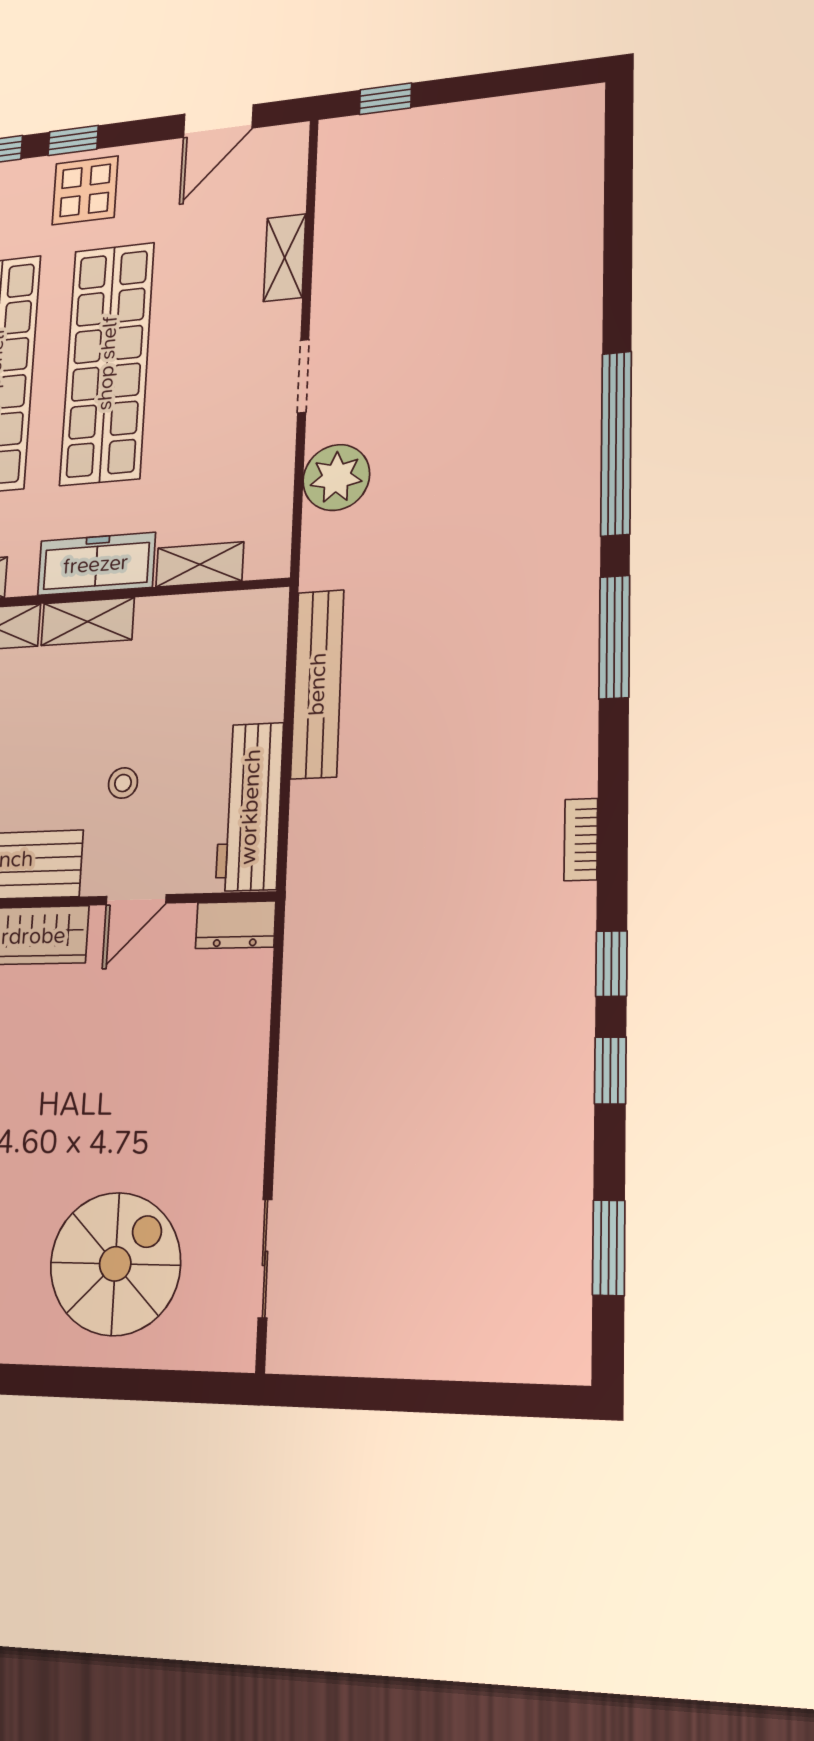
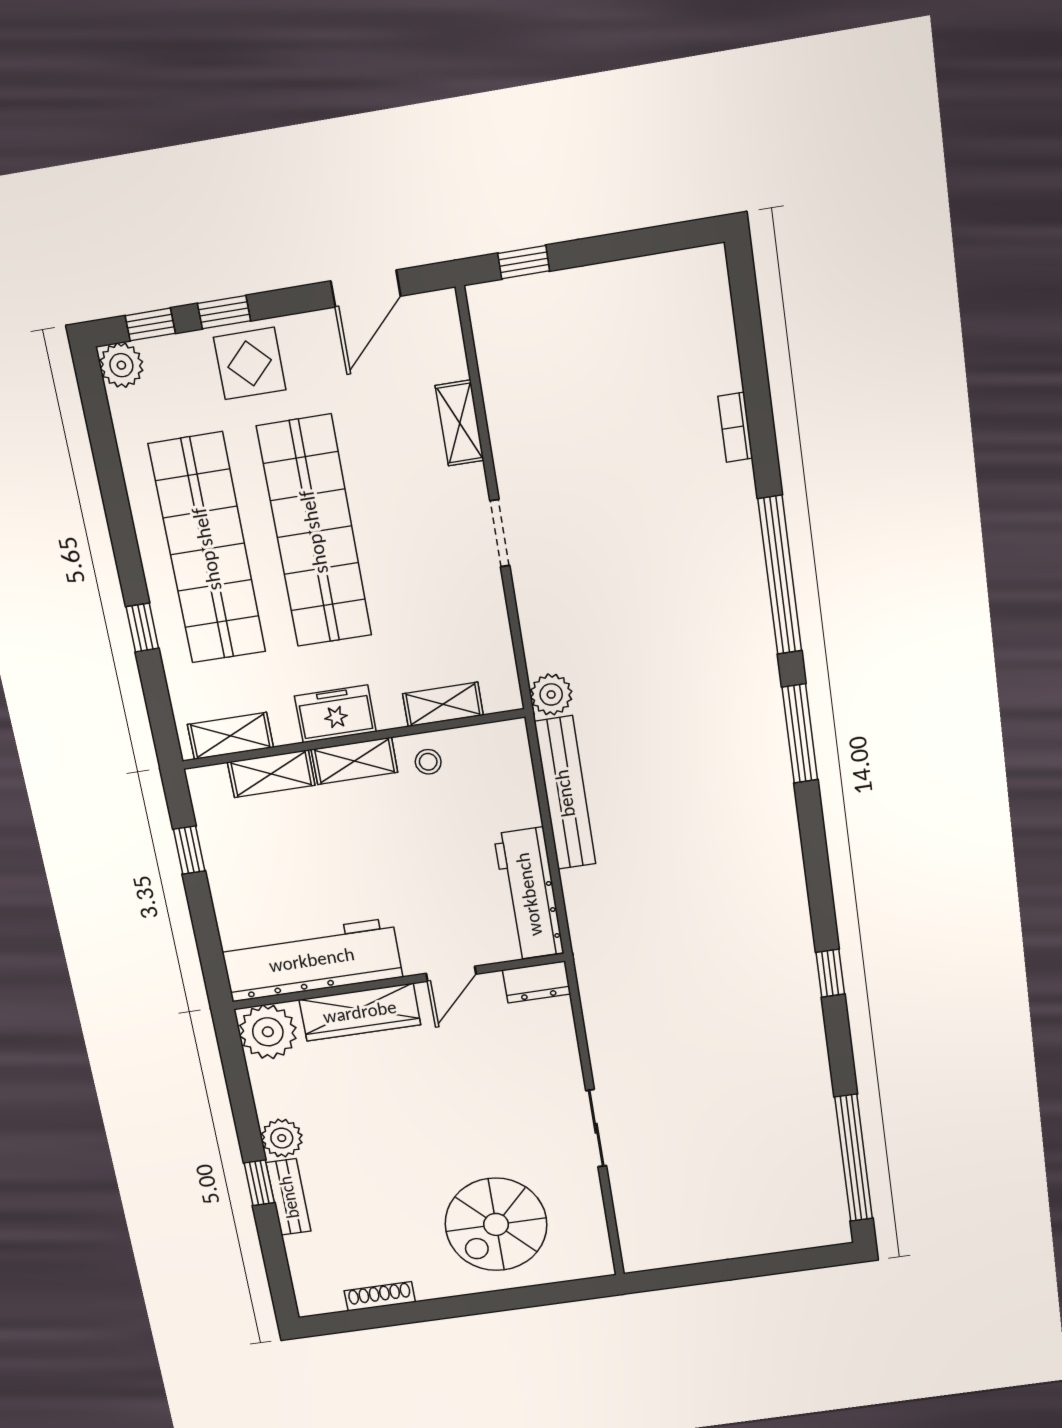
plant: (336, 477) -> (551, 694), moved, width x0.73, depth x0.73
freezer: (96, 564) -> (335, 714), width x0.71
stool: (123, 783) -> (428, 762), moved
bookcase: (581, 840) -> (735, 427), moved
window: (610, 1071) -> (839, 1045), removed
window: (609, 1248) -> (854, 1158), width x2.11
sliding door: (265, 1258) -> (596, 1128), moved
spiral stairs: (115, 1264) -> (496, 1224), turned 180

